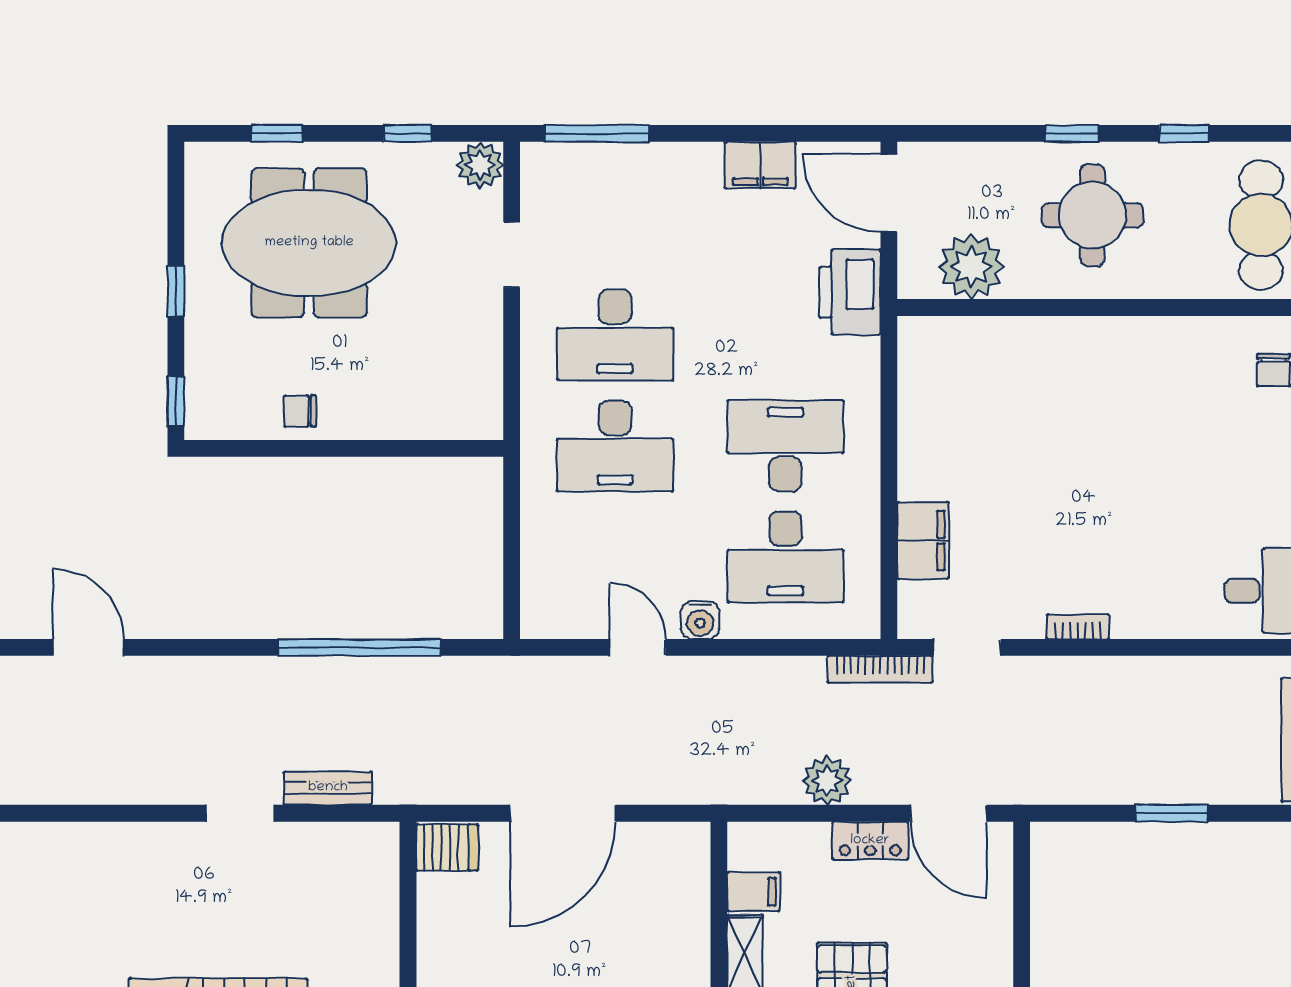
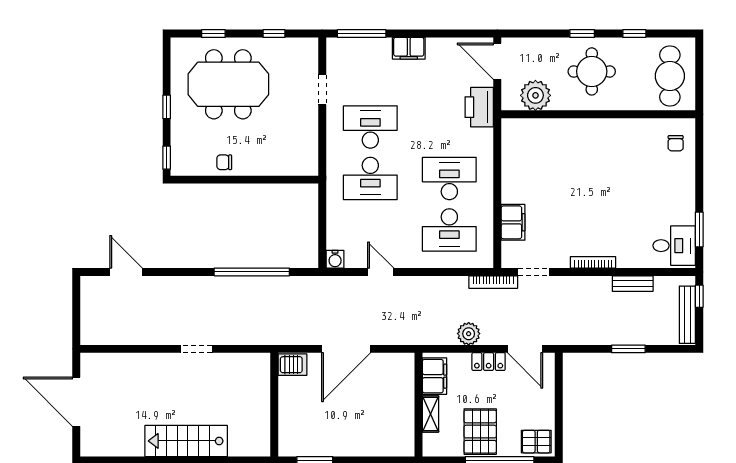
plant: (480, 165) -> (308, 48), removed
filing cabinet: (760, 165) -> (409, 48), moved
desk: (615, 335) -> (370, 127), turned 180
water cooler: (700, 620) -> (335, 259), moved
bookcase: (1078, 627) -> (593, 262), width x1.56
bench: (328, 788) -> (633, 284), moved
filing cabinet: (753, 892) -> (434, 376), width x2.00

